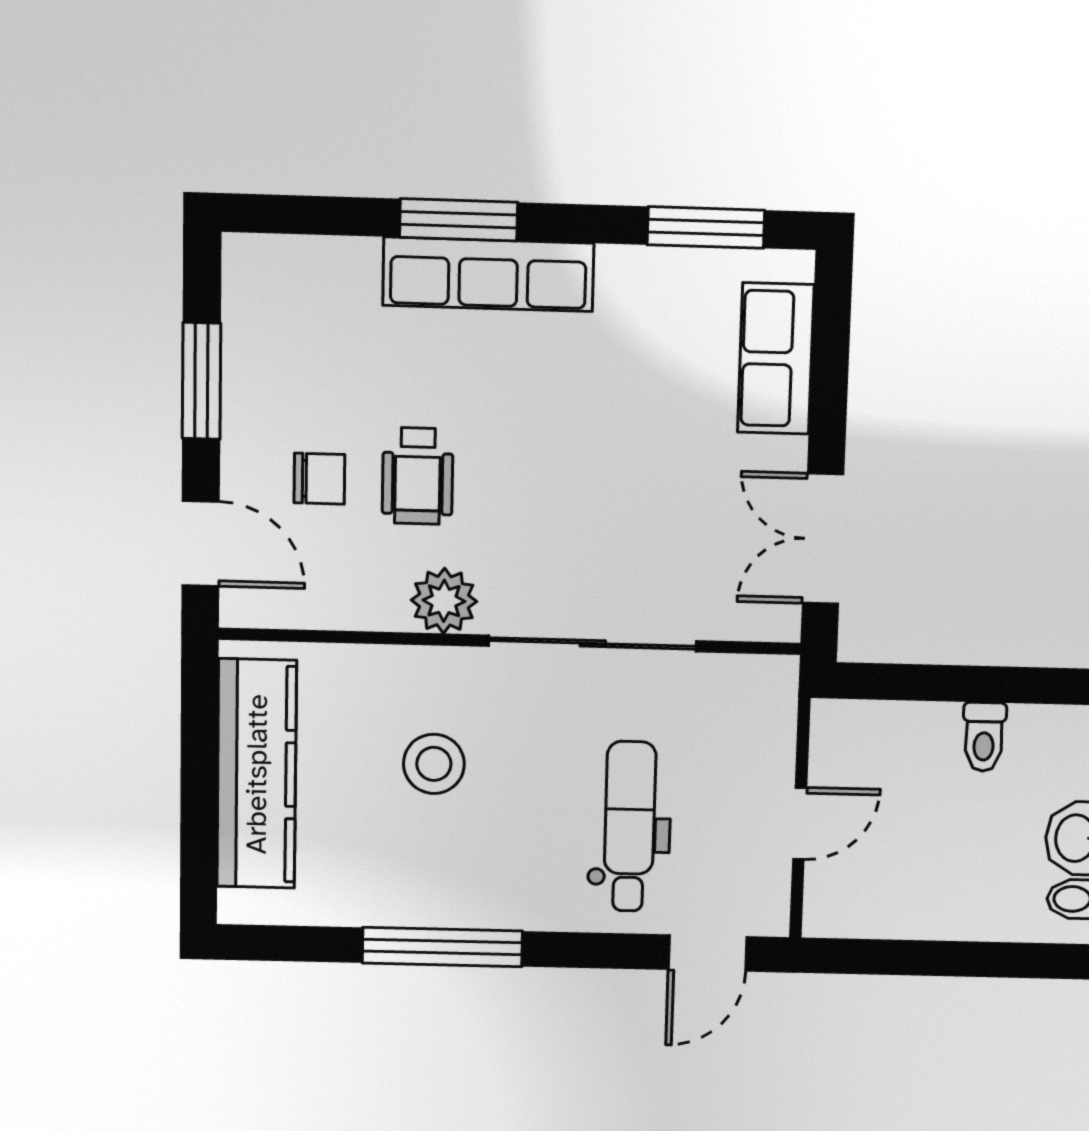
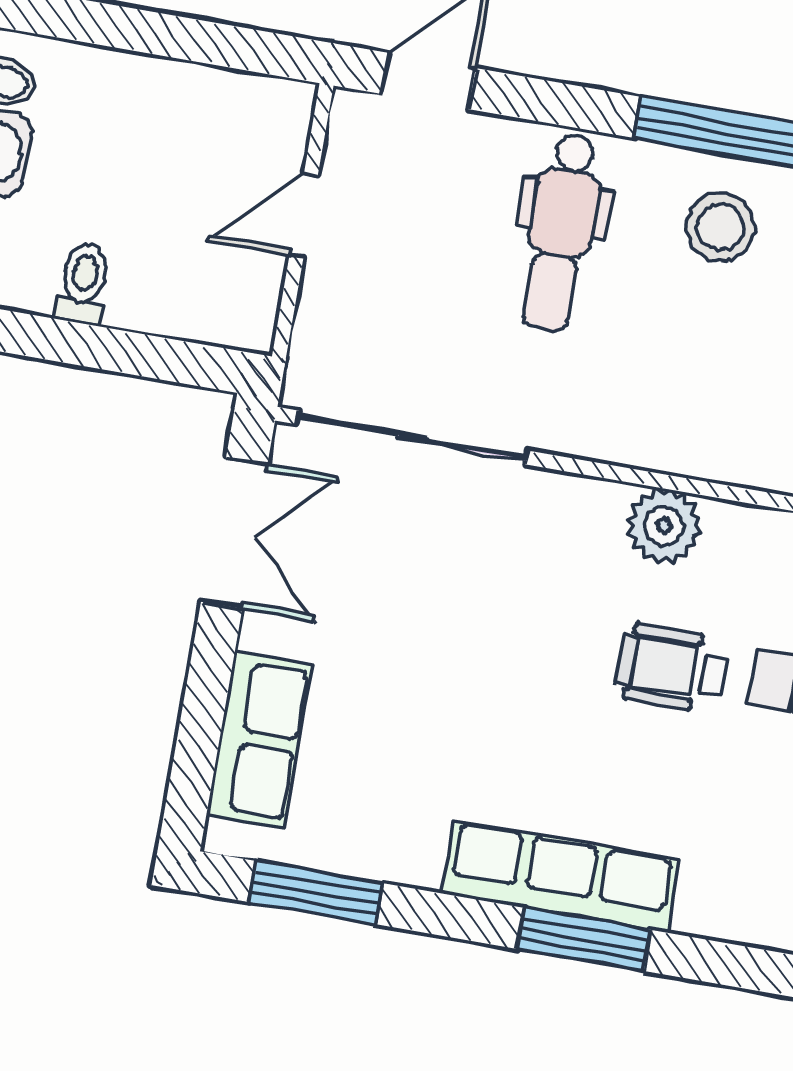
wheelchair: (418, 476) -> (672, 668), turned -90
sliding door: (593, 643) -> (412, 437), moved
stool: (434, 764) -> (720, 227), moved
dental chair: (630, 826) -> (561, 232), moved

